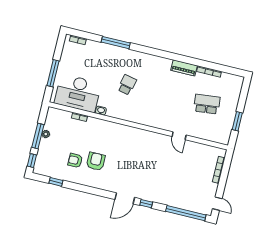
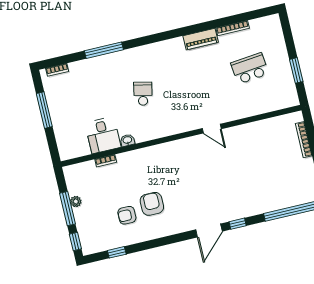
window: (53, 73) -> (44, 110), moved
desk: (78, 93) -> (103, 135), width x0.53, depth x0.77
door: (179, 136) -> (212, 129), moved

